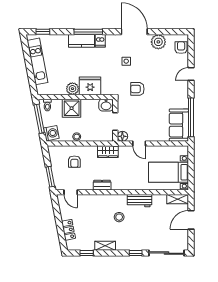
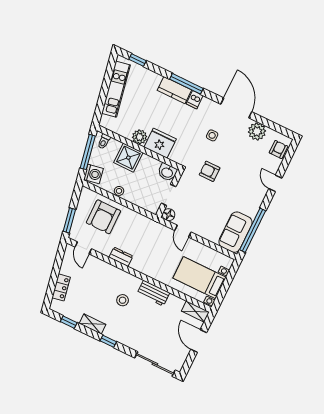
door: (191, 74) -> (275, 183), hinge flipped
wardrobe: (108, 152) -> (145, 224), removed
armchair: (74, 162) -> (103, 217), width x1.88, depth x1.88
door: (191, 220) -> (199, 341), hinge flipped
window: (136, 253) -> (108, 341), moved

